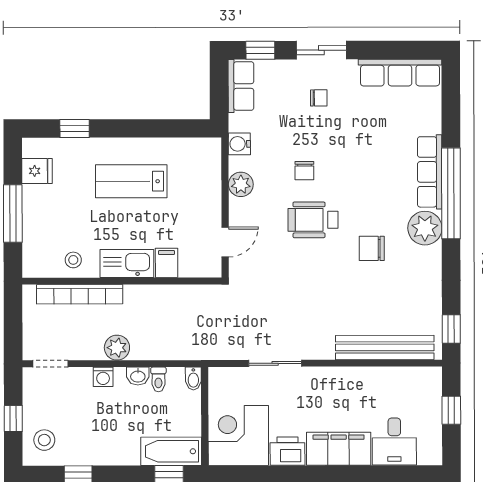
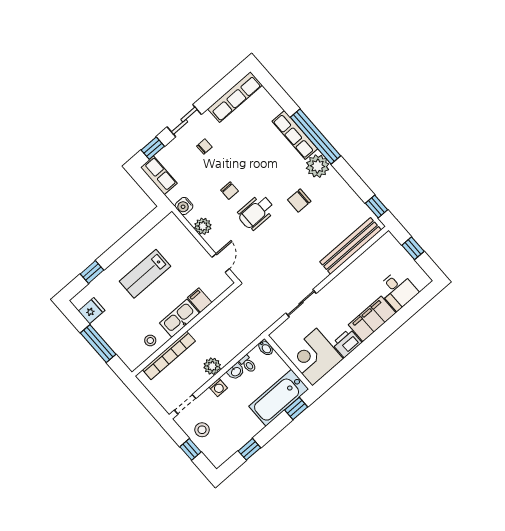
stool: (44, 440) -> (202, 430), moved
bathtub: (171, 451) -> (279, 398), width x1.36, depth x1.36

